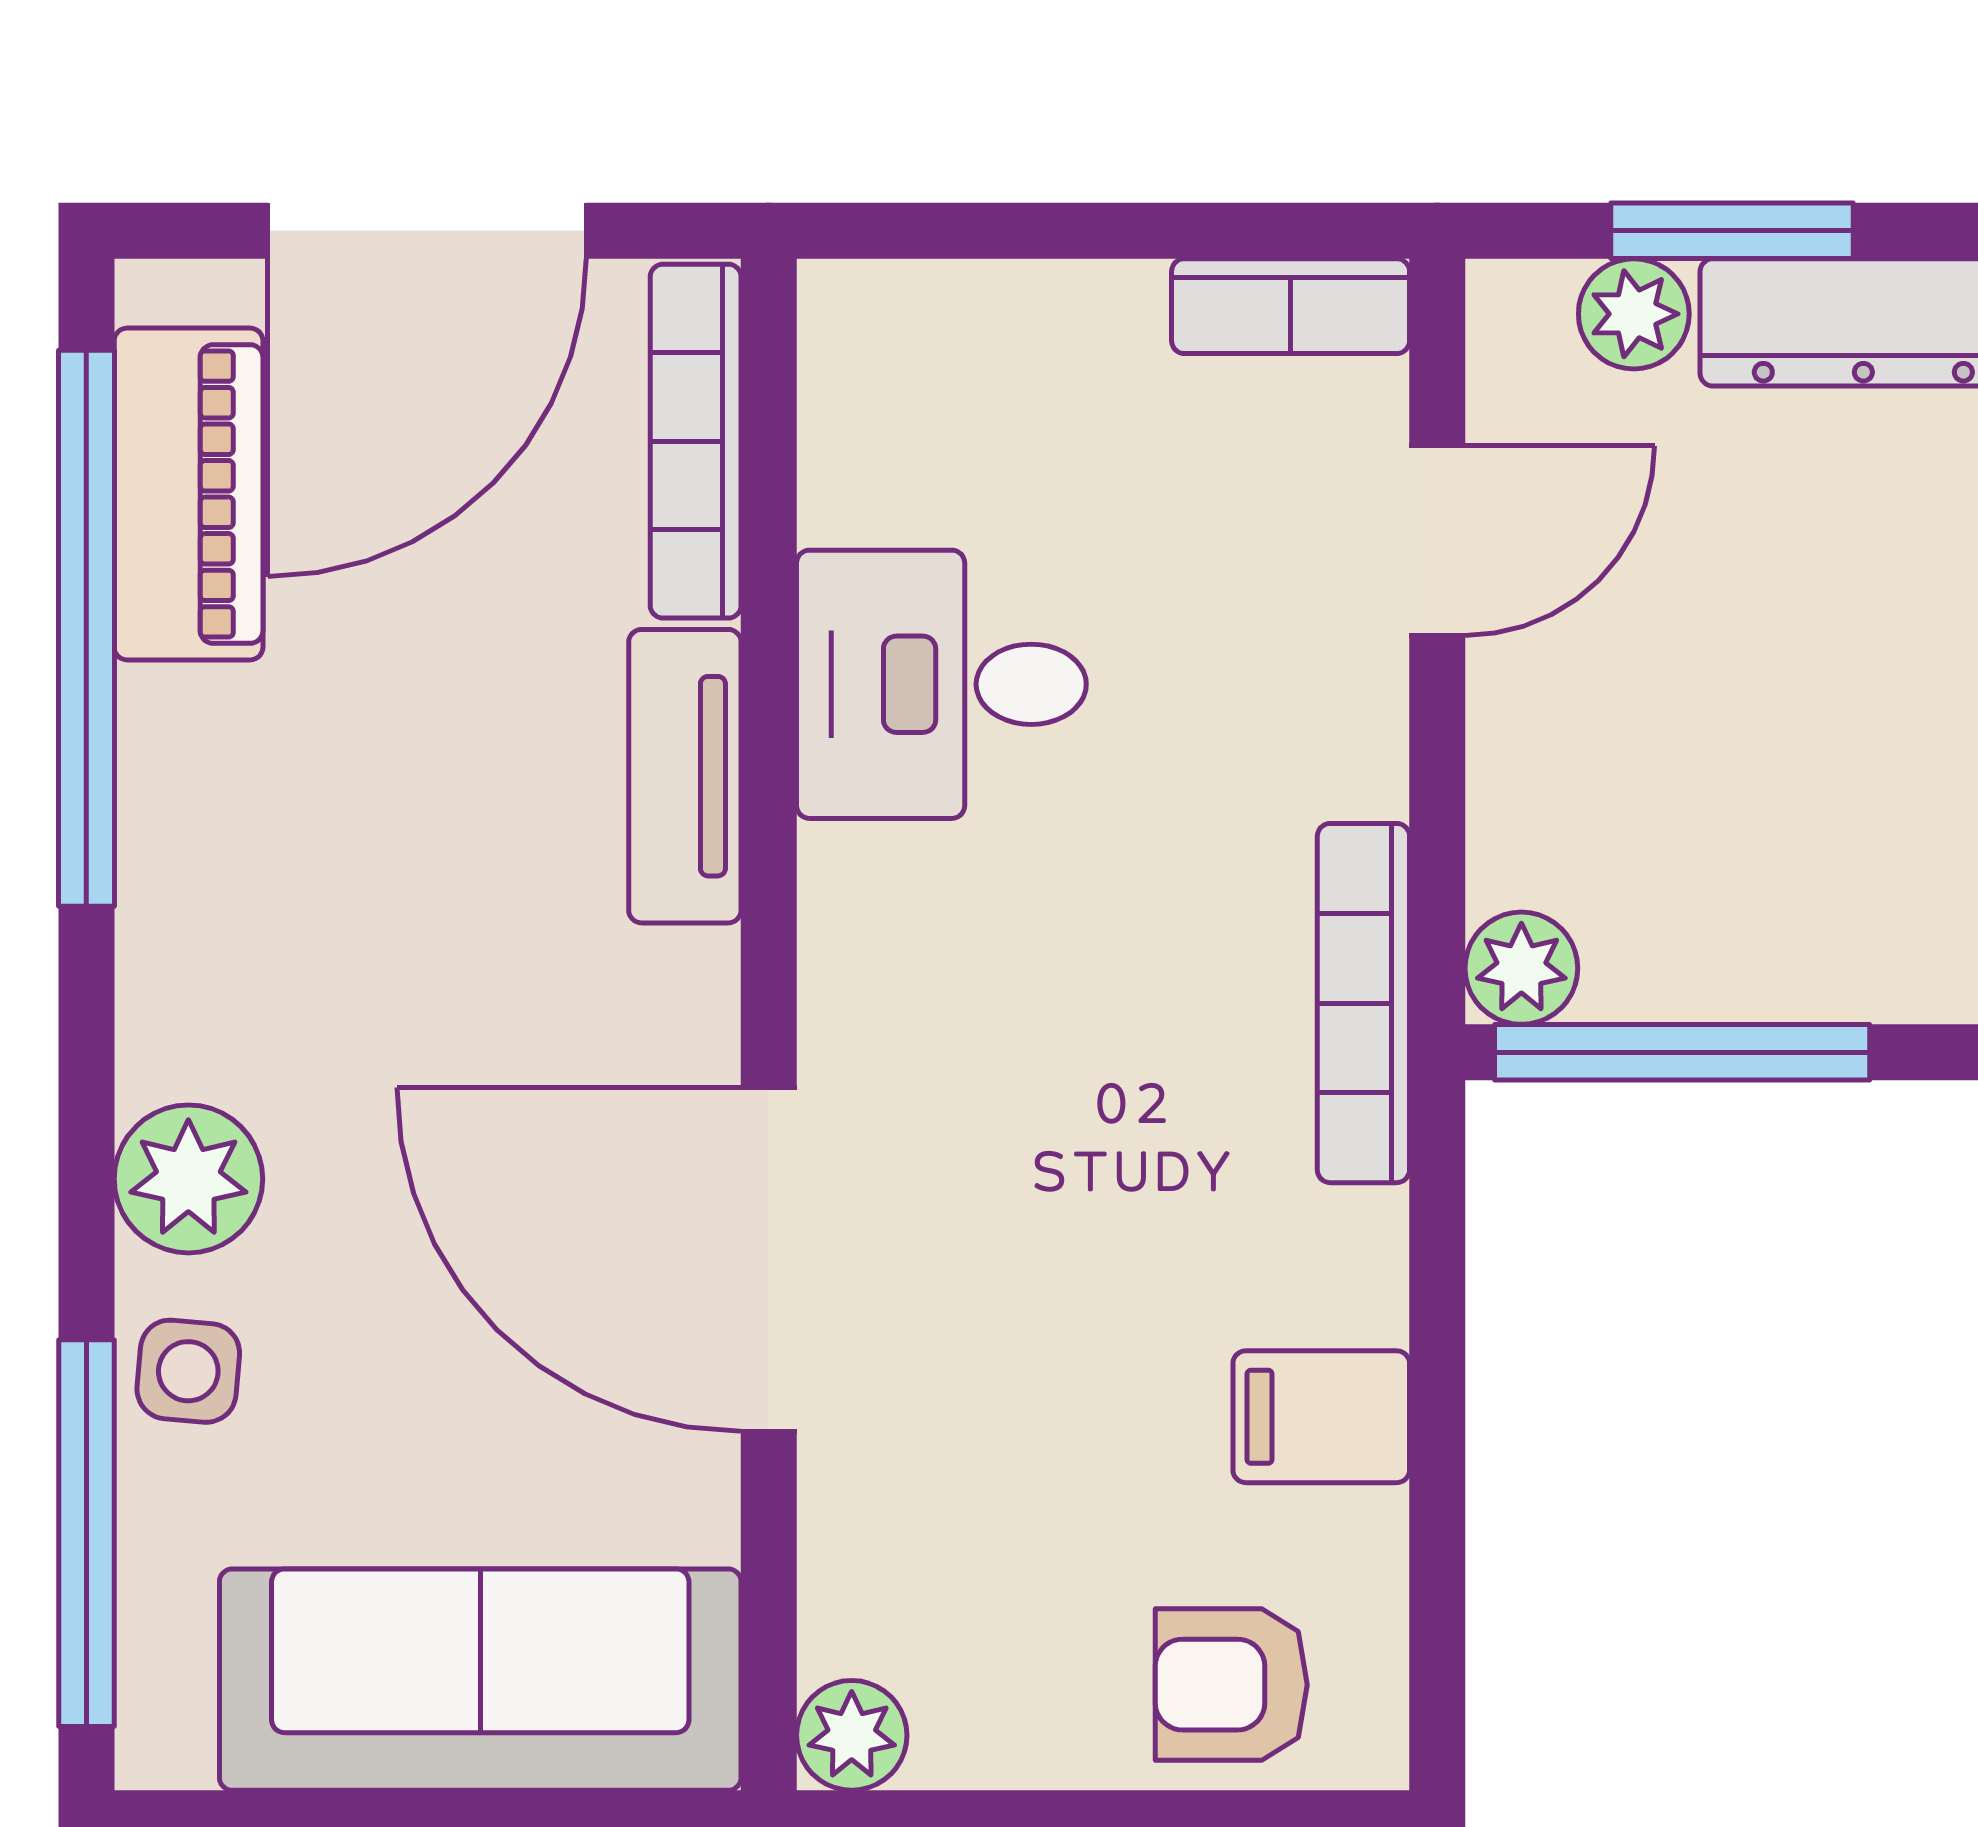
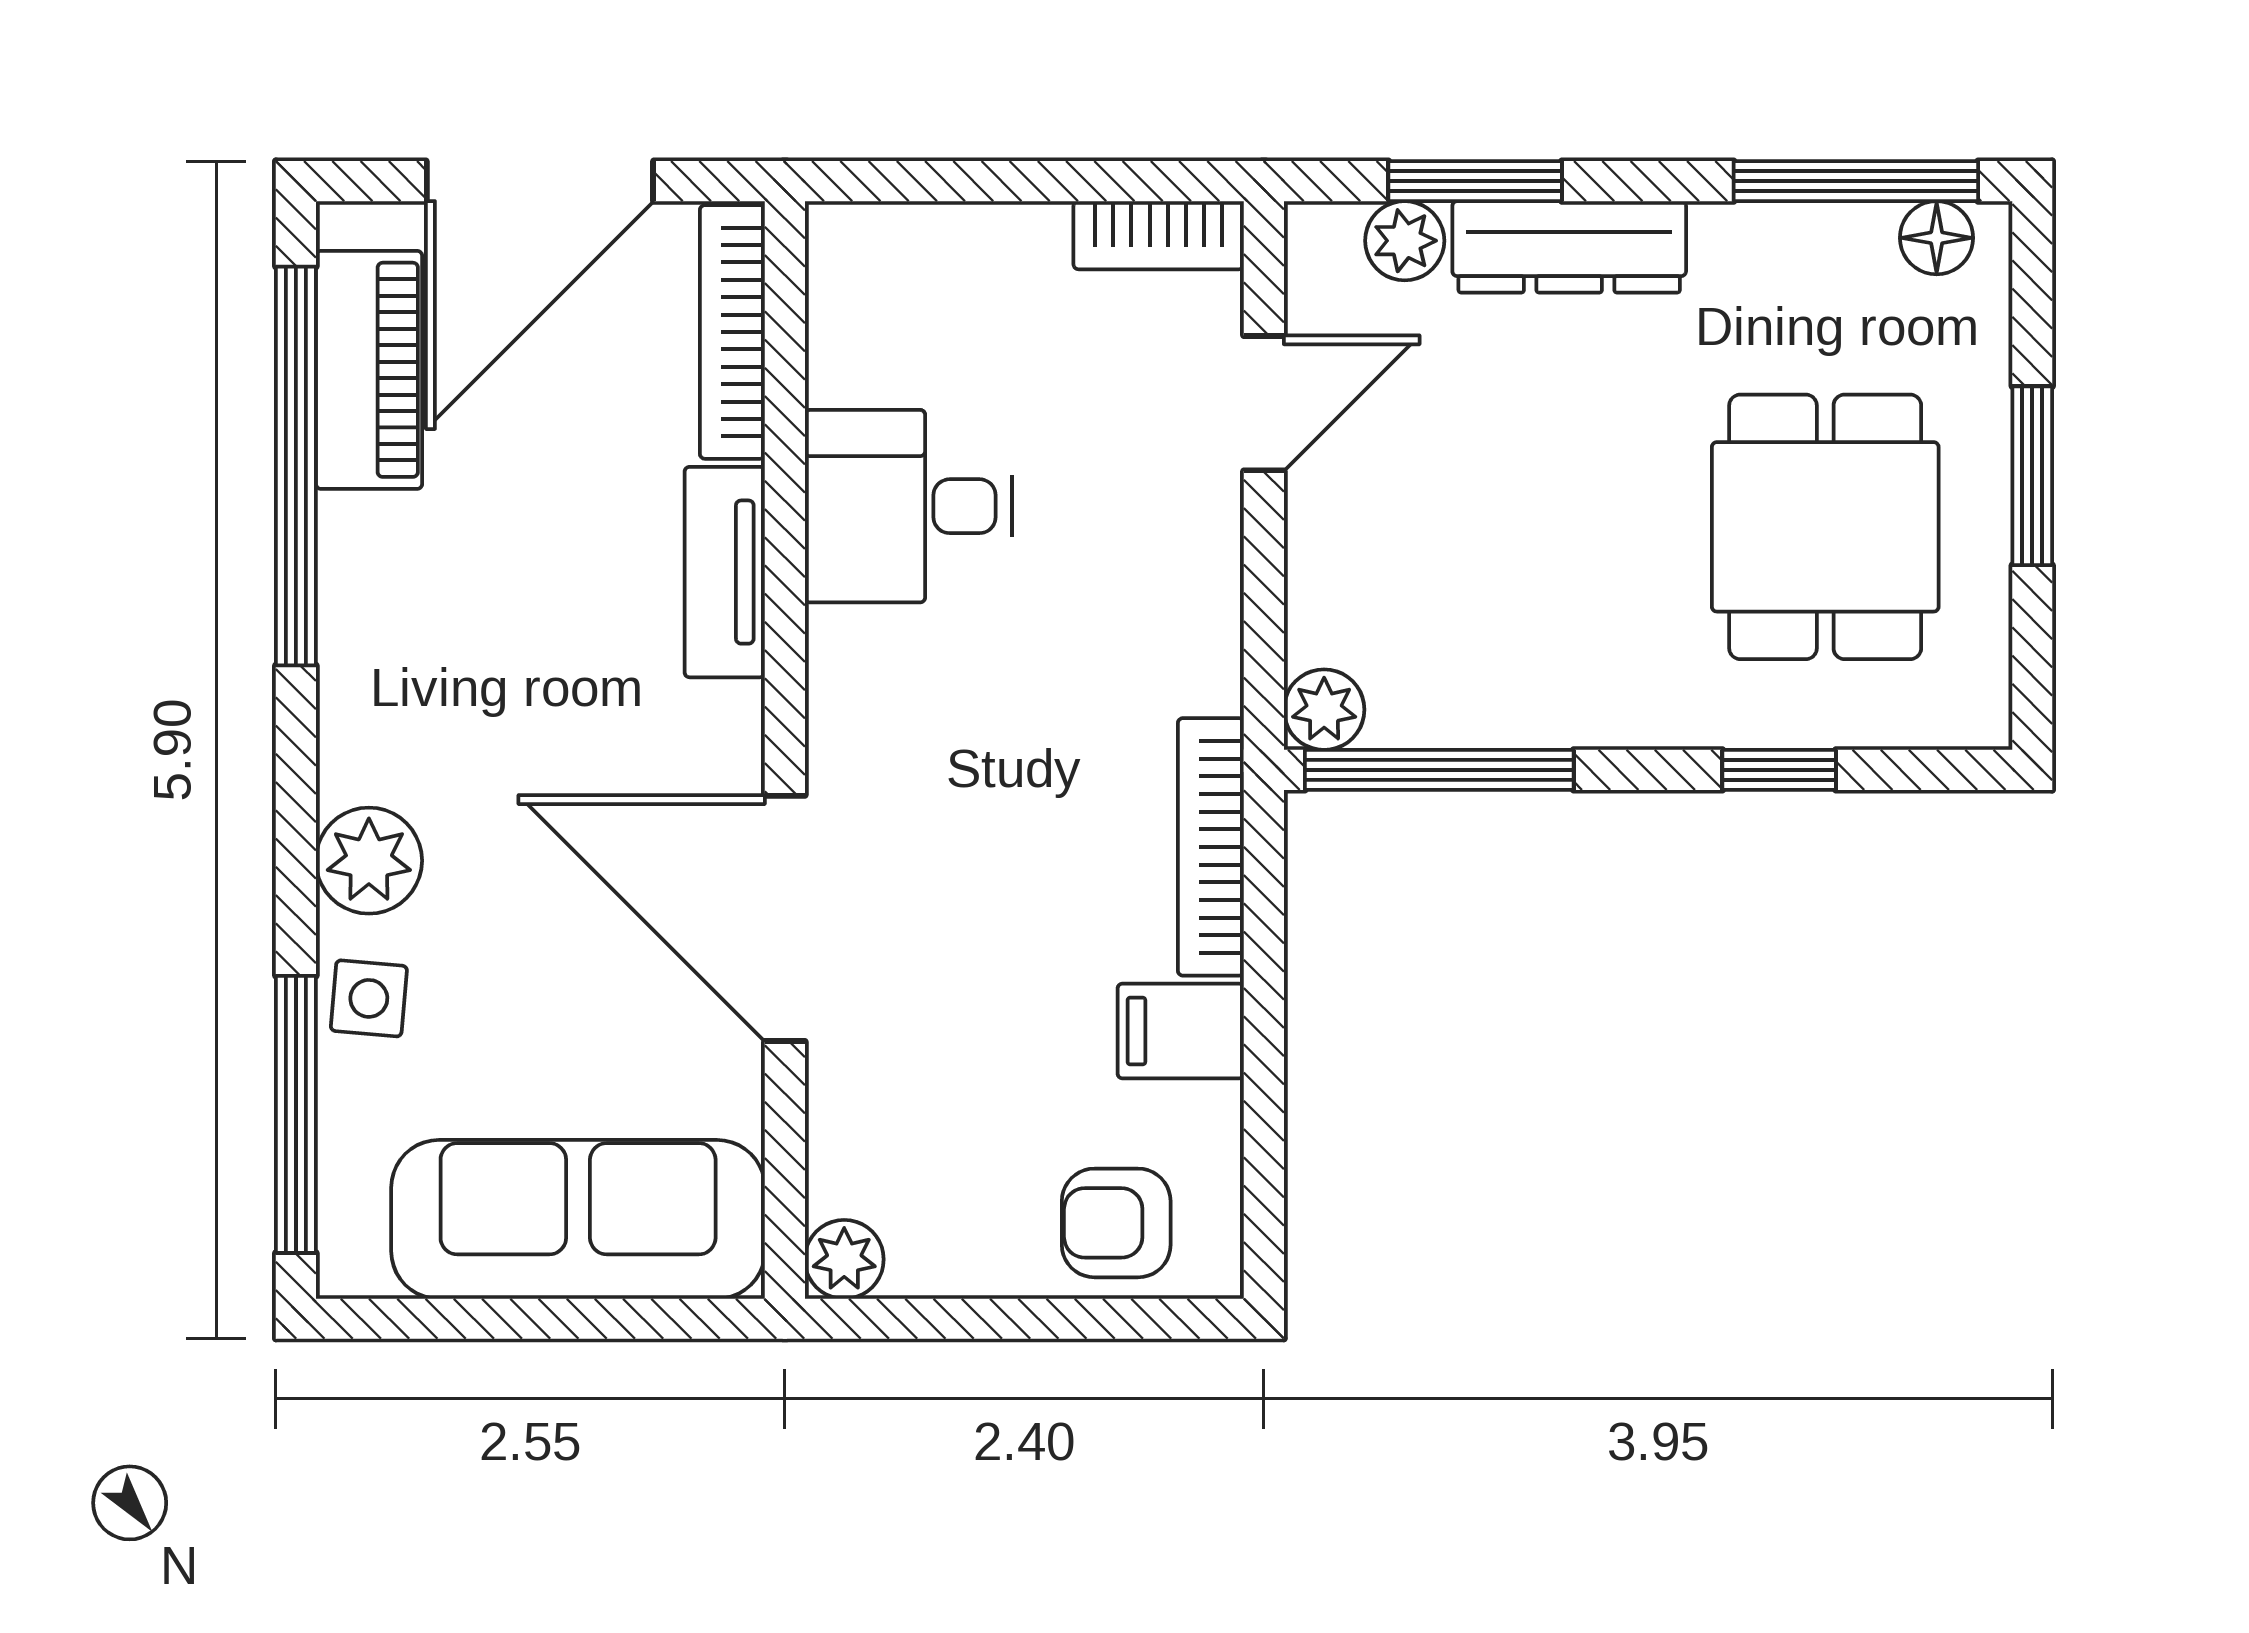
bookcase: (1363, 1003) -> (1211, 847), moved

